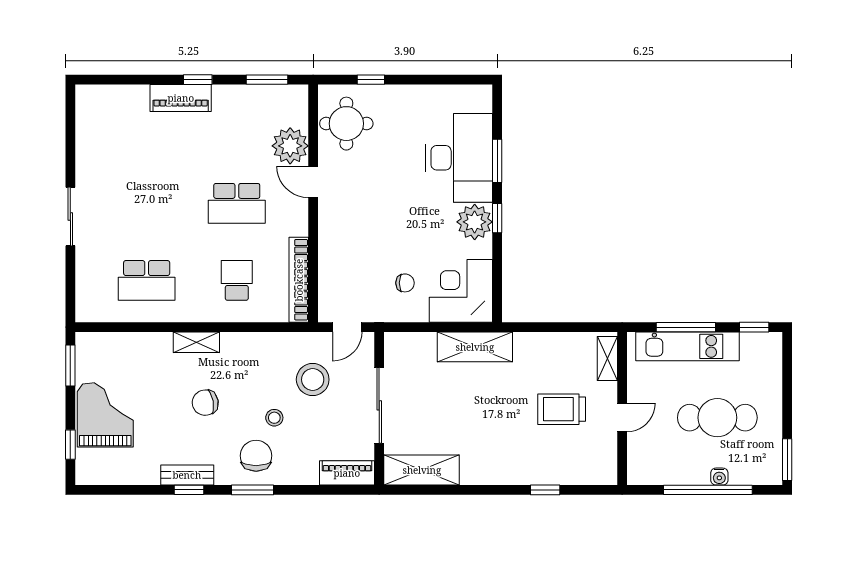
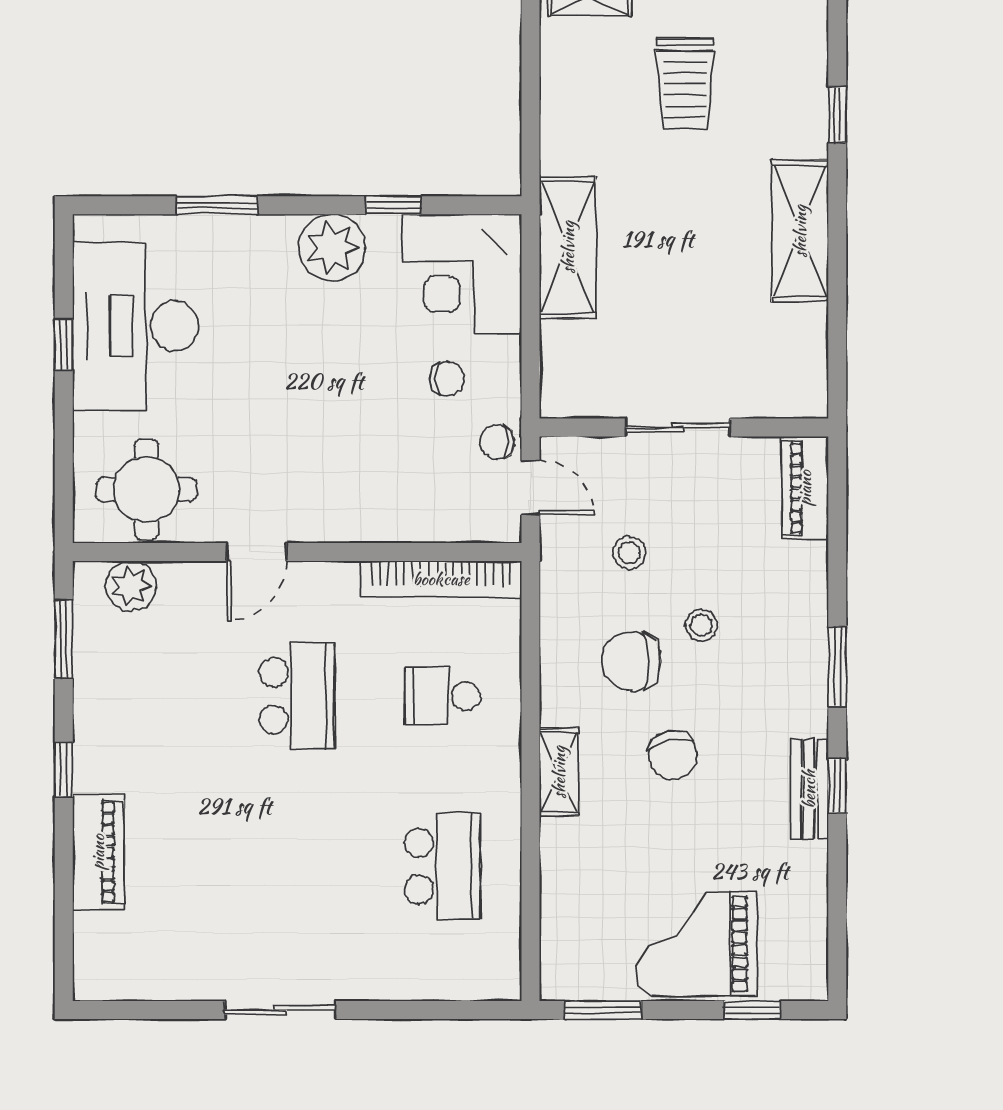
window: (371, 80) -> (64, 344), moved
piano: (181, 98) -> (98, 852), moved
plant: (290, 146) -> (131, 586), moved, width x0.73, depth x0.73
desk: (459, 158) -> (135, 326), moved, turned -90
sliding door: (70, 216) -> (280, 1010), moved
window: (497, 218) -> (394, 205), moved
chair: (405, 283) -> (447, 379), turned 90
chair: (371, 309) -> (497, 442), added
stool: (313, 380) -> (629, 553), width x0.53, depth x0.53
sliding door: (379, 405) -> (678, 428), width x0.73
chair: (256, 456) -> (631, 661), moved
shelving: (422, 470) -> (800, 231), moved

